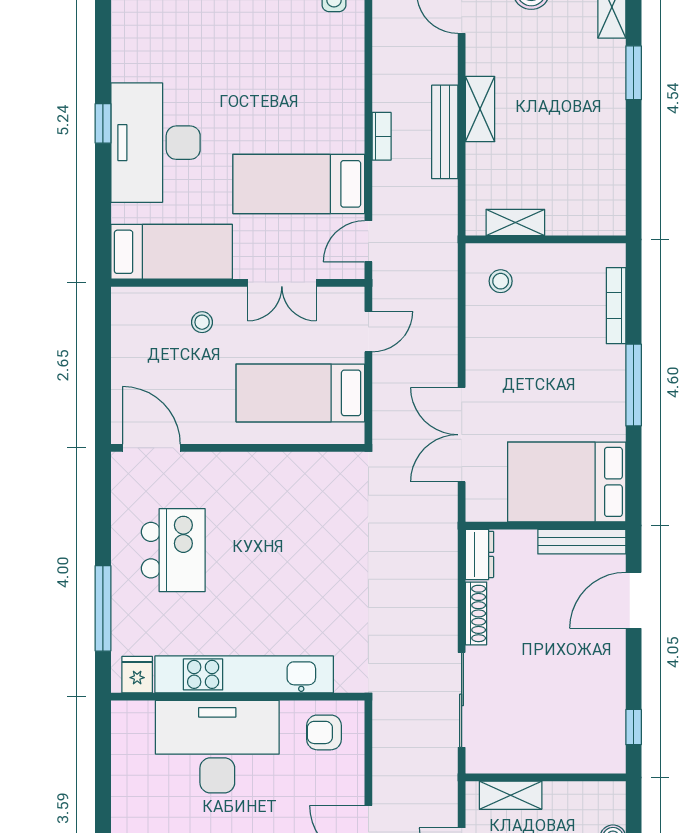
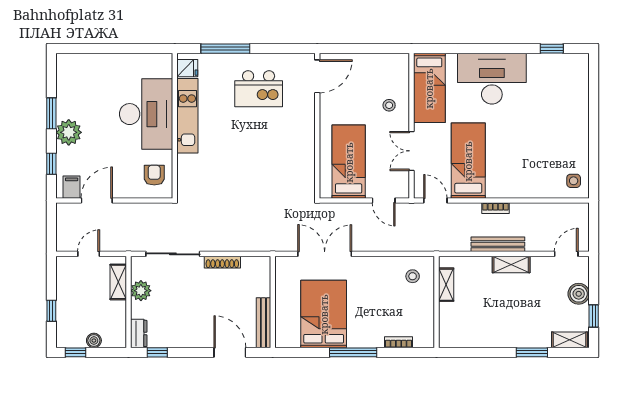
window: (103, 123) -> (552, 49), moved
bookcase: (616, 306) -> (399, 342), width x0.64
bed: (567, 482) -> (324, 314), moved
dresser: (479, 554) -> (139, 333), moved, turned -90
kitchen unit: (244, 674) -> (187, 116), width x0.73
plant: (526, 756) -> (141, 291), added

